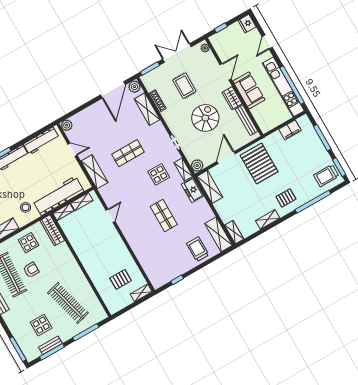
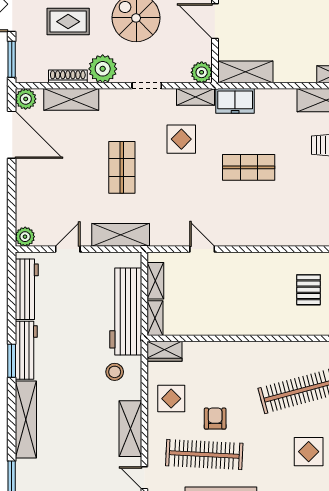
plant: (171, 116) -> (103, 69), added
wardrobe: (52, 230) -> (165, 351), width x0.67

